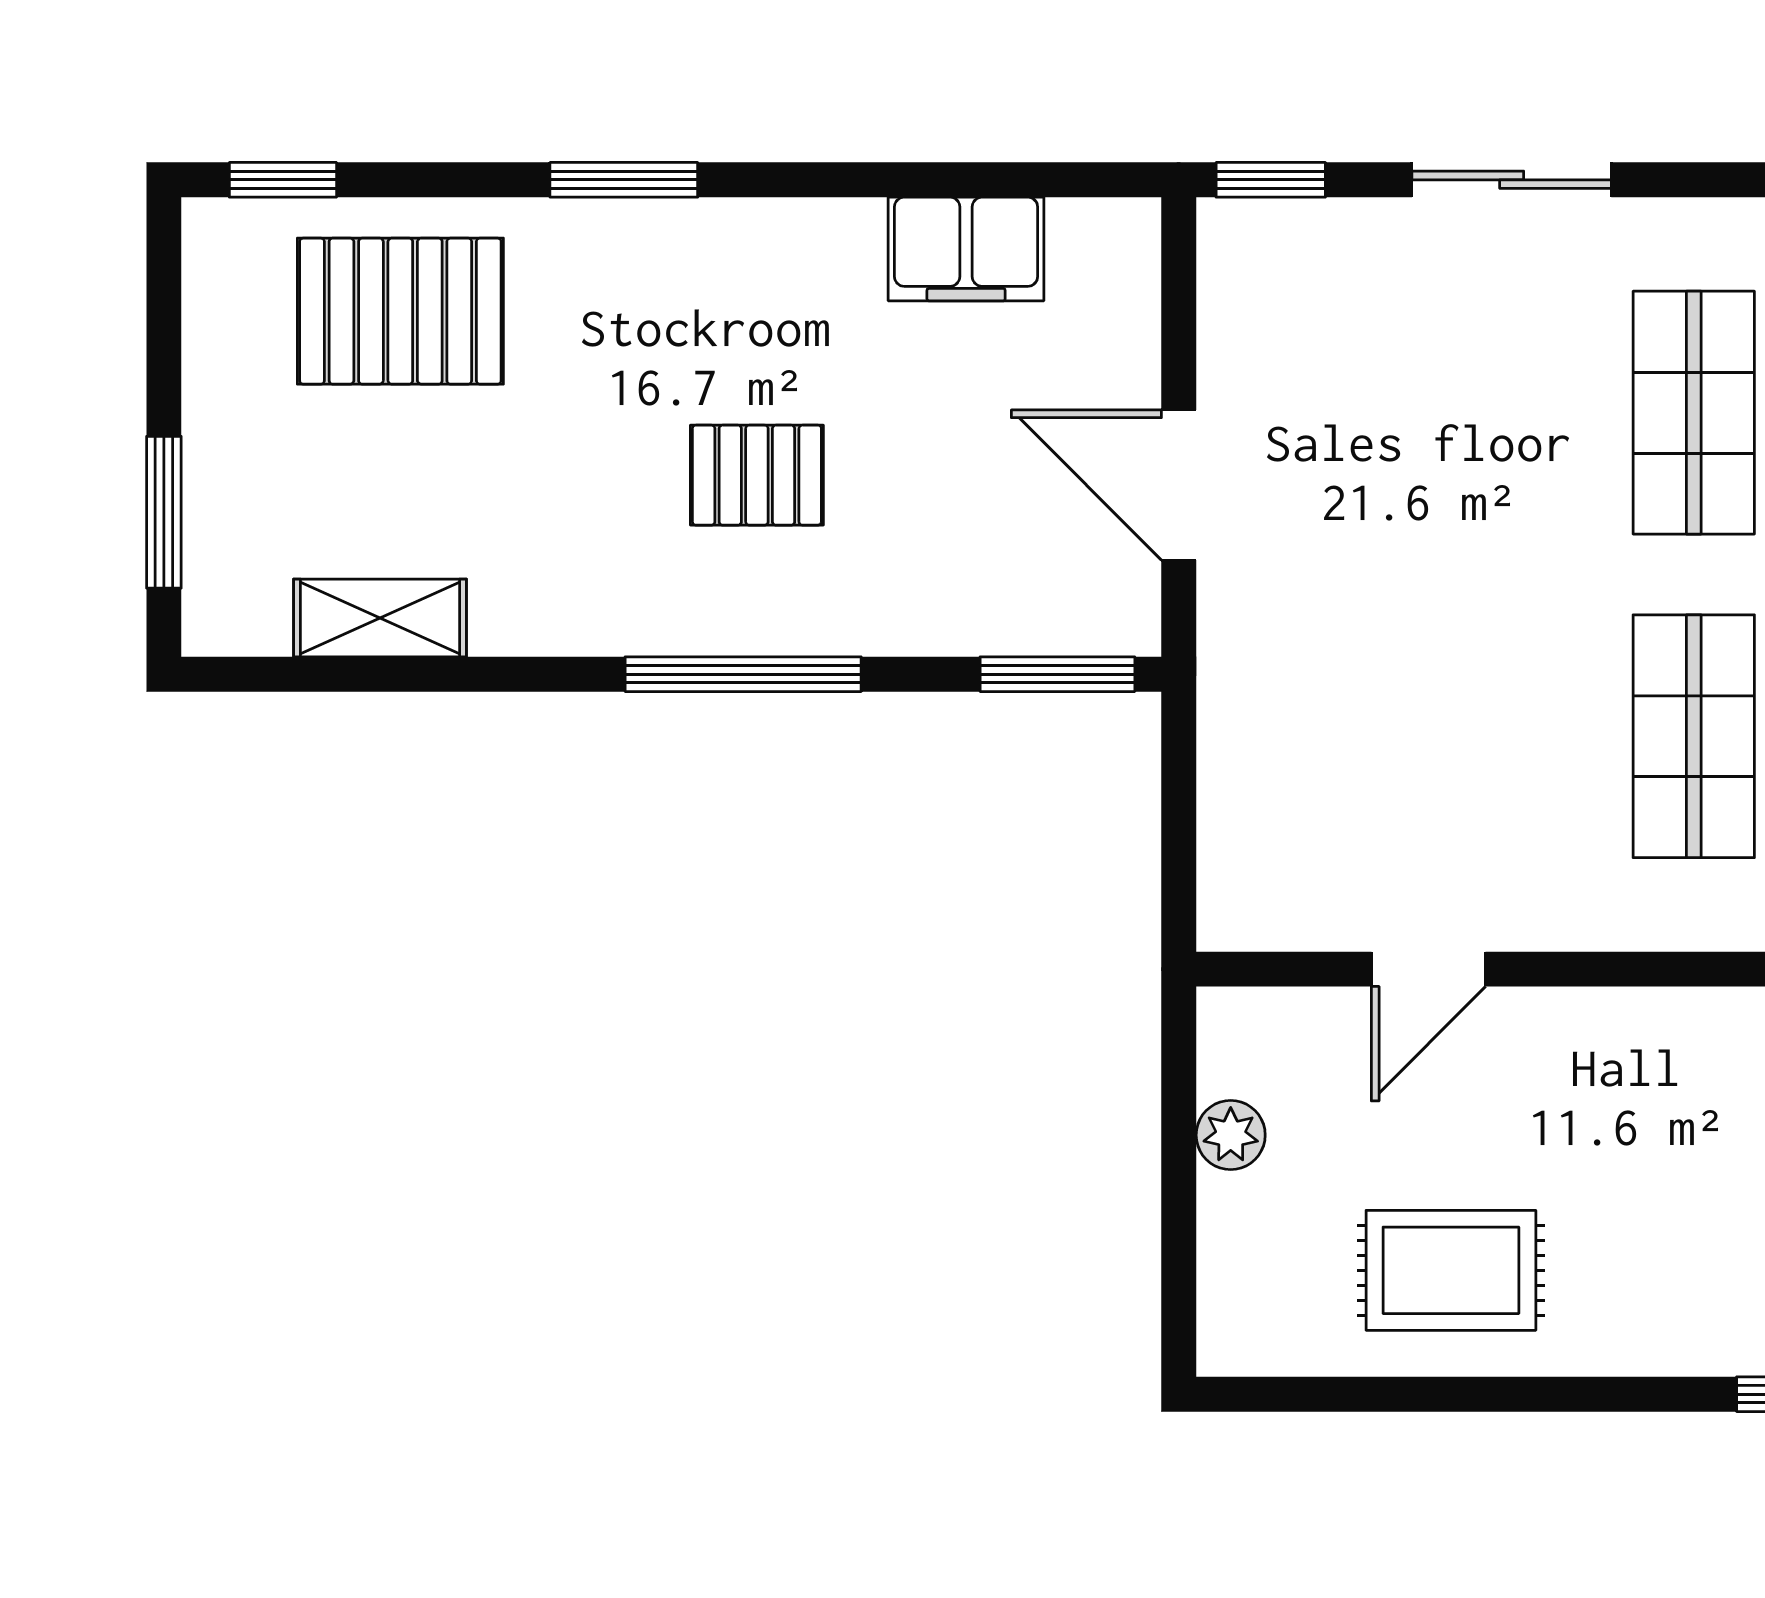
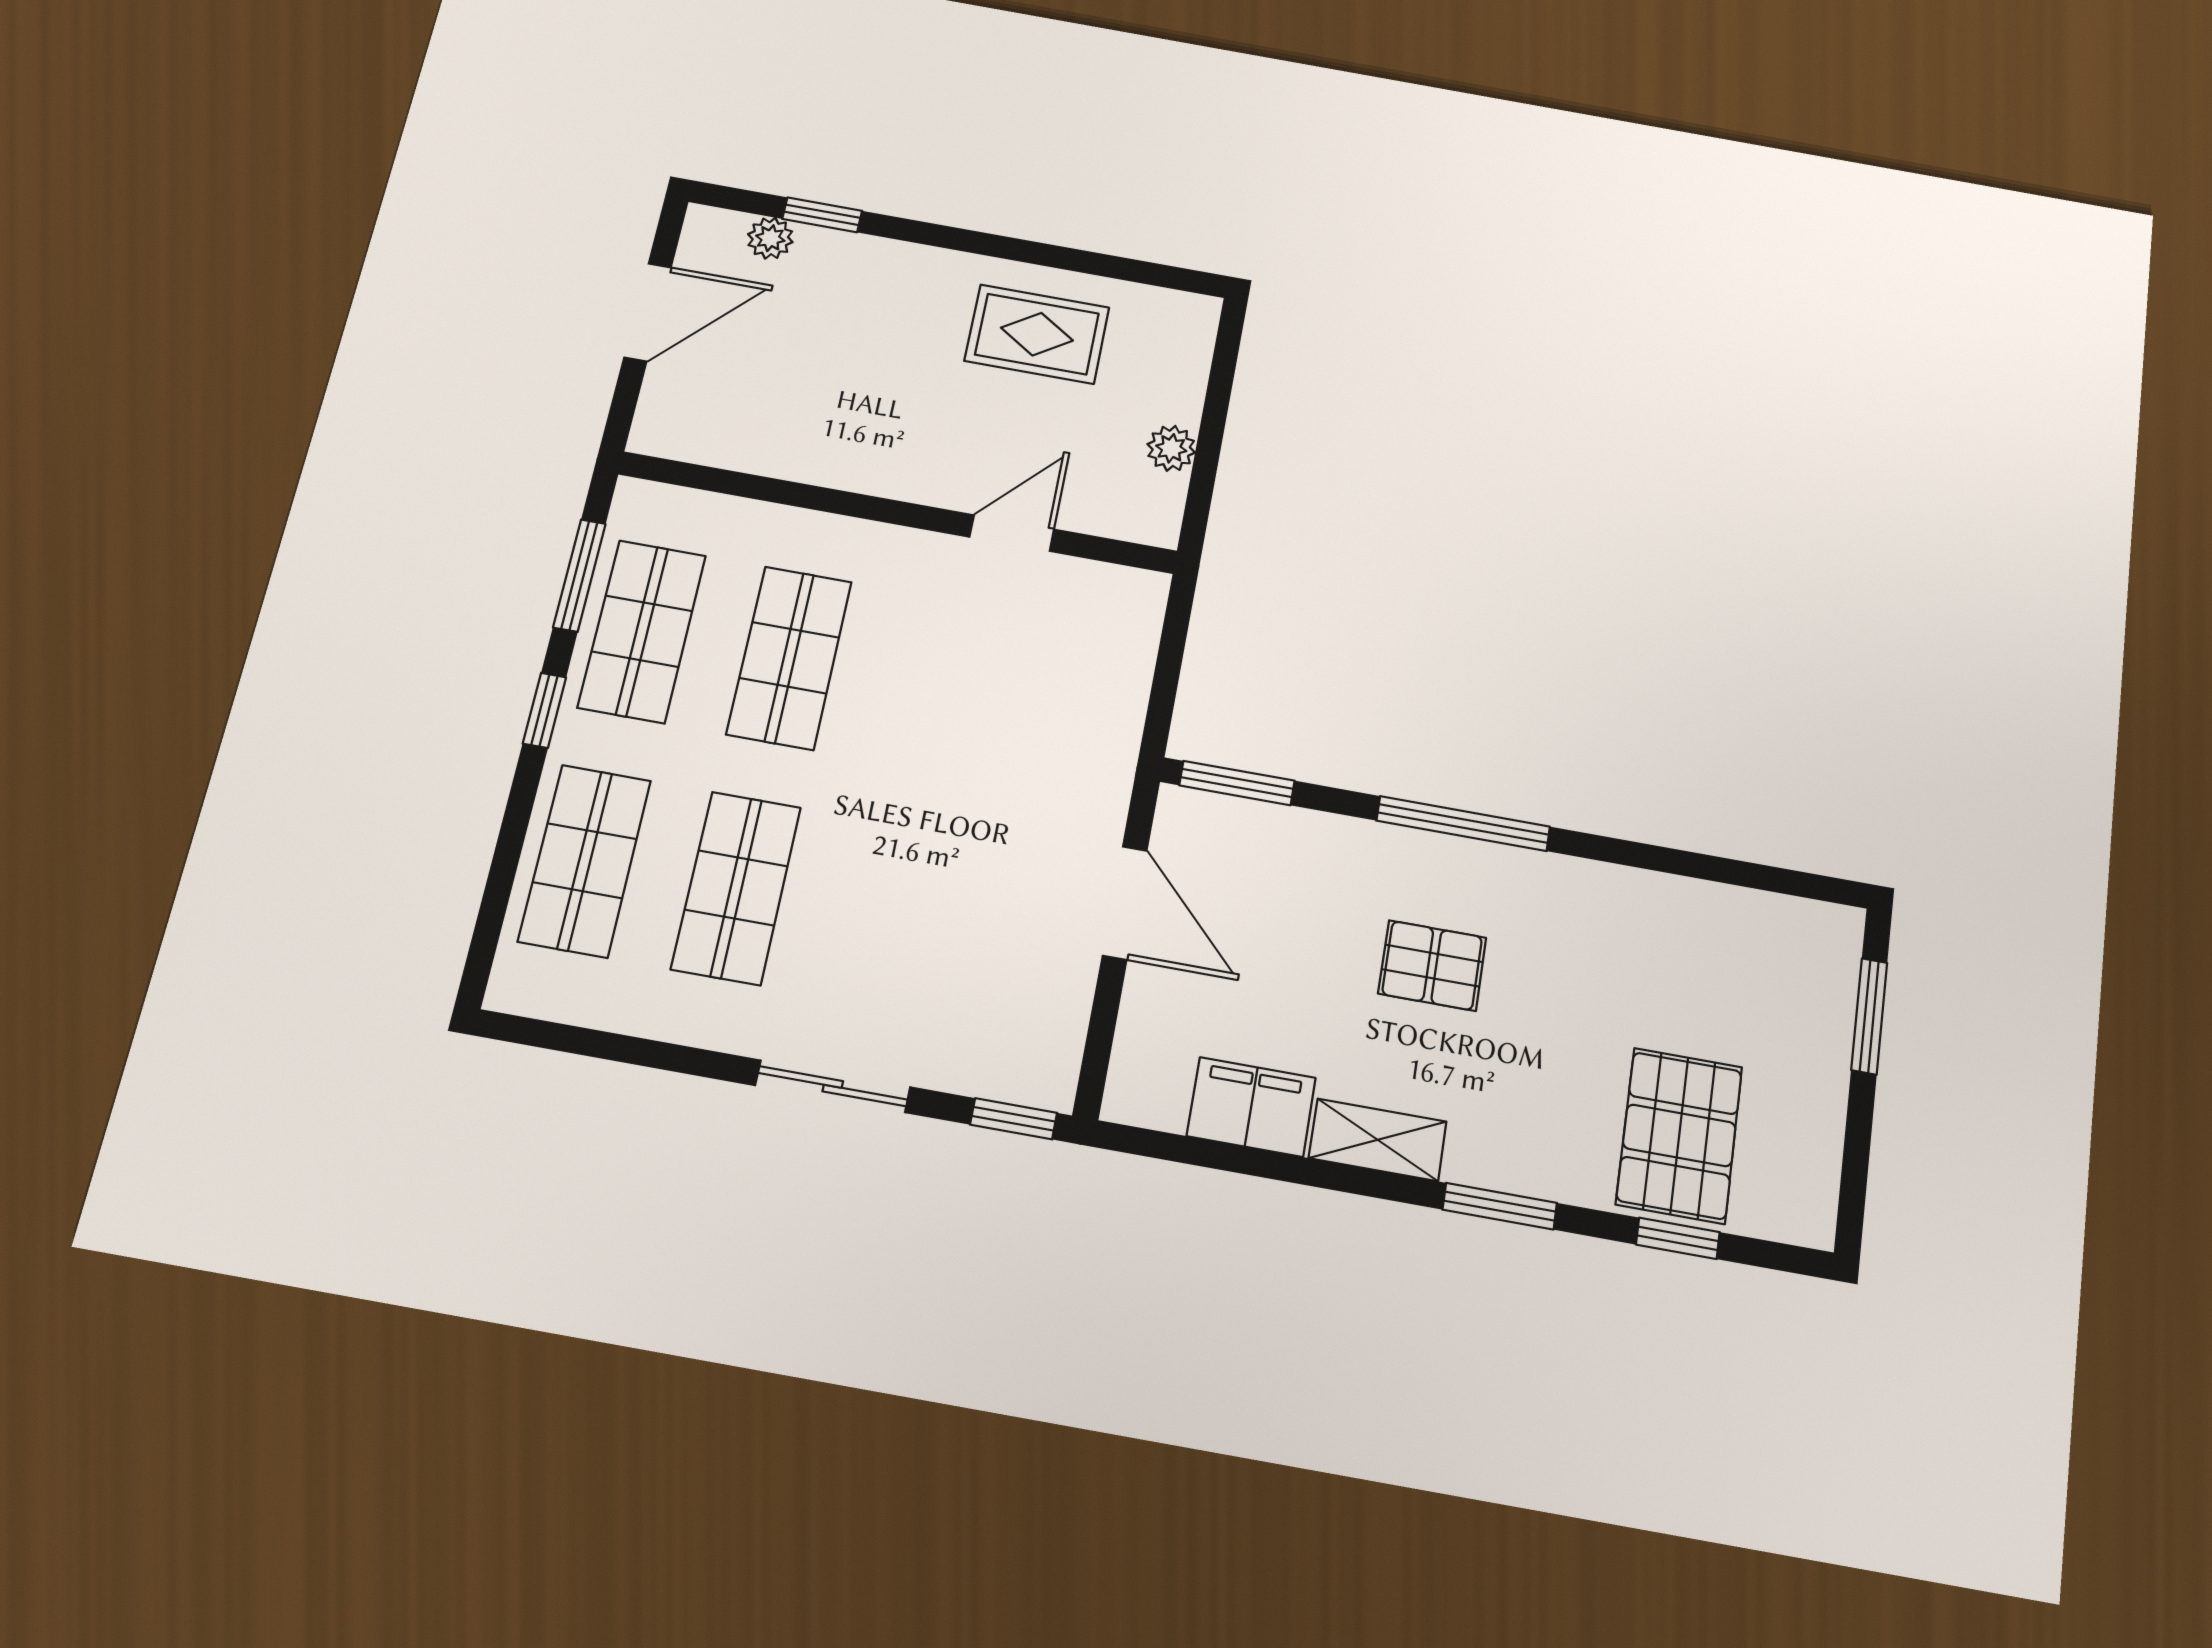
window: (283, 180) -> (1678, 1238), moved
pallet: (400, 311) -> (1679, 1135), turned 90
shelving: (380, 618) -> (1378, 1140), moved

